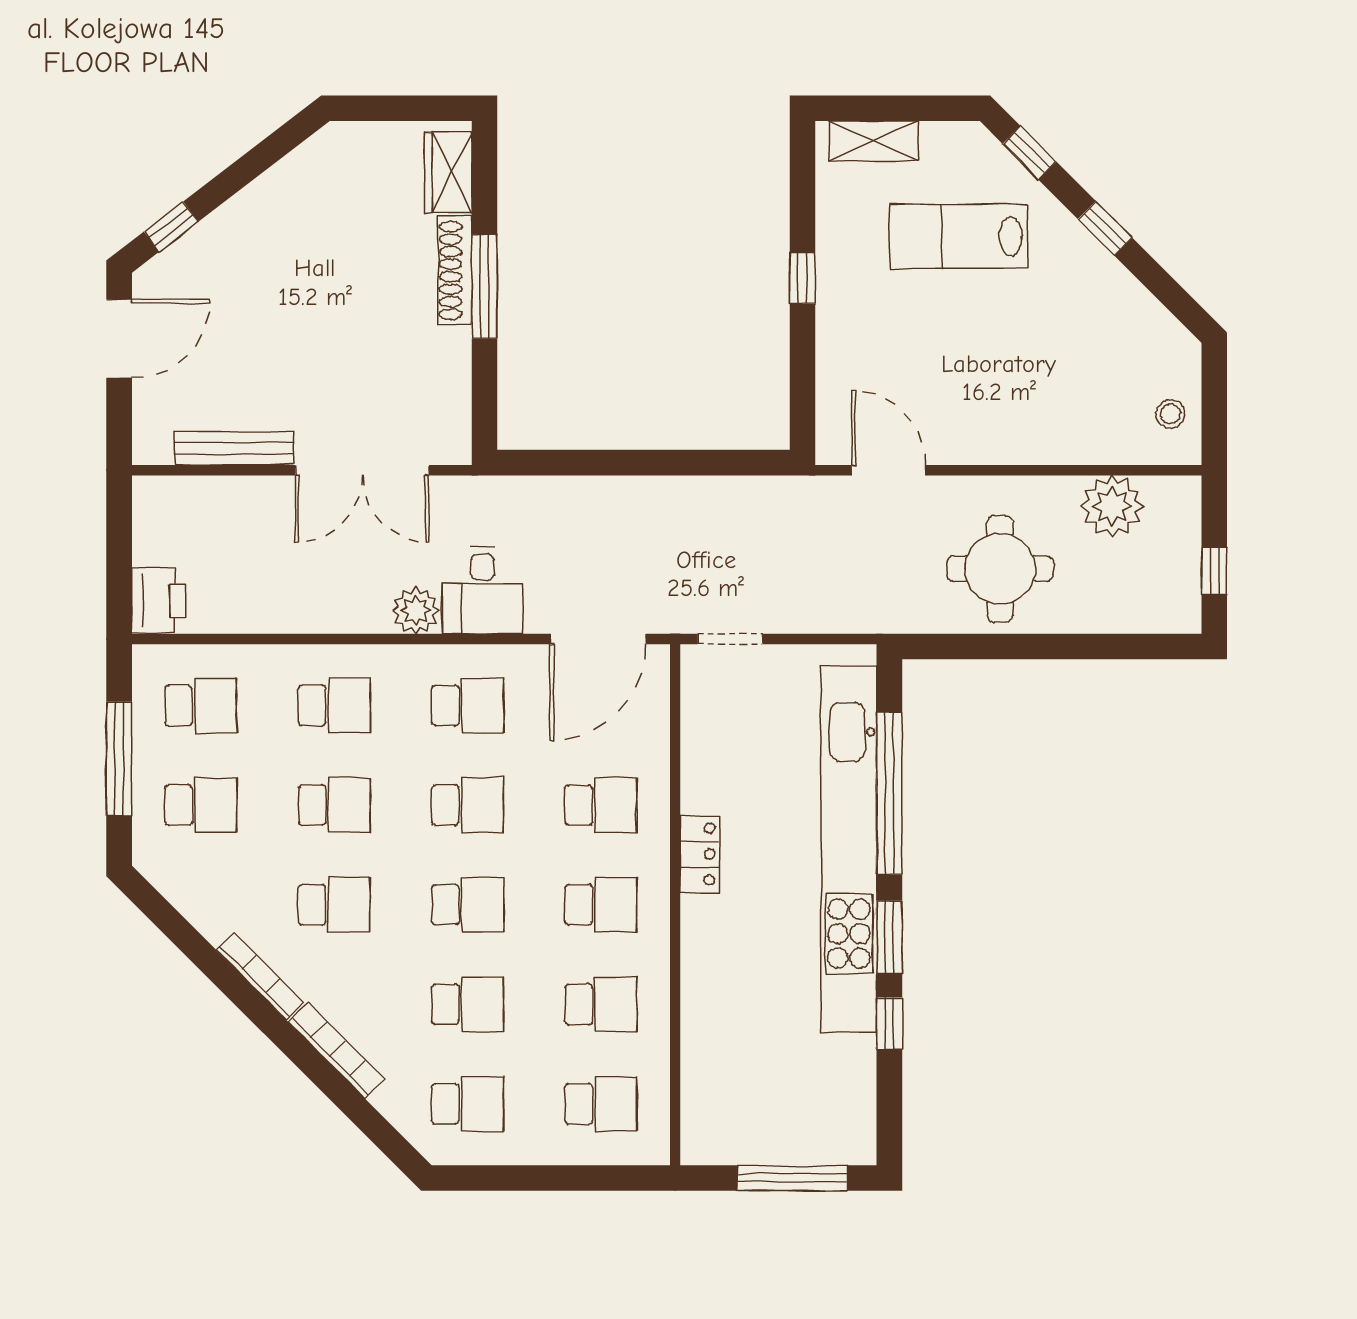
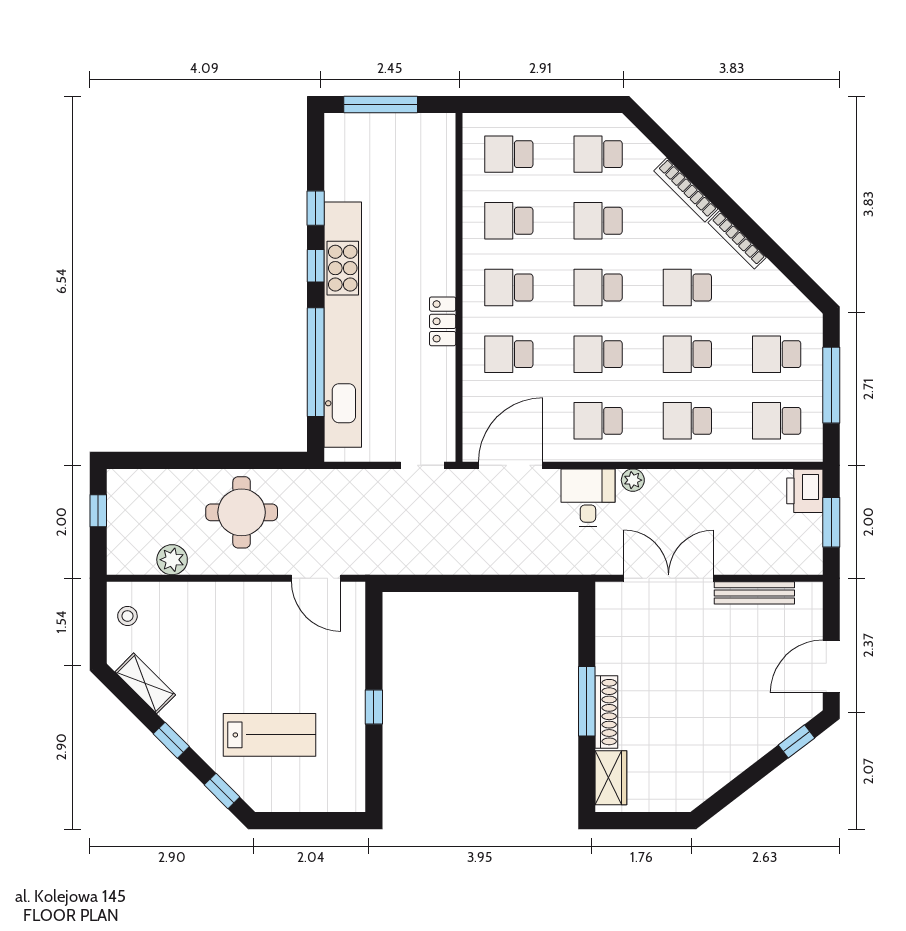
shelving: (874, 141) -> (145, 683), moved, turned 45
plant: (1112, 506) -> (172, 560), width x0.73, depth x0.73
window: (119, 554) -> (831, 522), added
plant: (416, 611) -> (633, 480), width x0.73, depth x0.73
window: (889, 937) -> (316, 266), width x0.67

